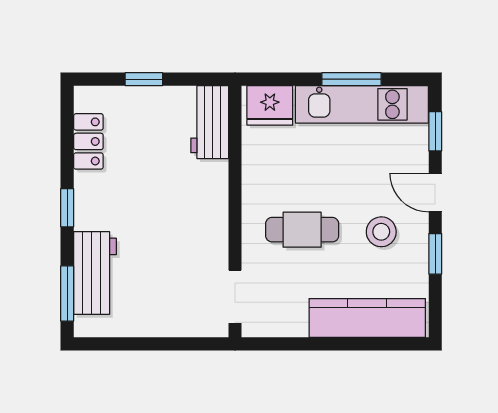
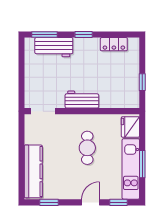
window: (144, 79) -> (142, 82), moved
workbench: (210, 122) -> (82, 100), moved
cafe table: (302, 230) -> (87, 148), moved
stool: (381, 232) -> (73, 178), removed
window: (435, 254) -> (49, 202), moved

